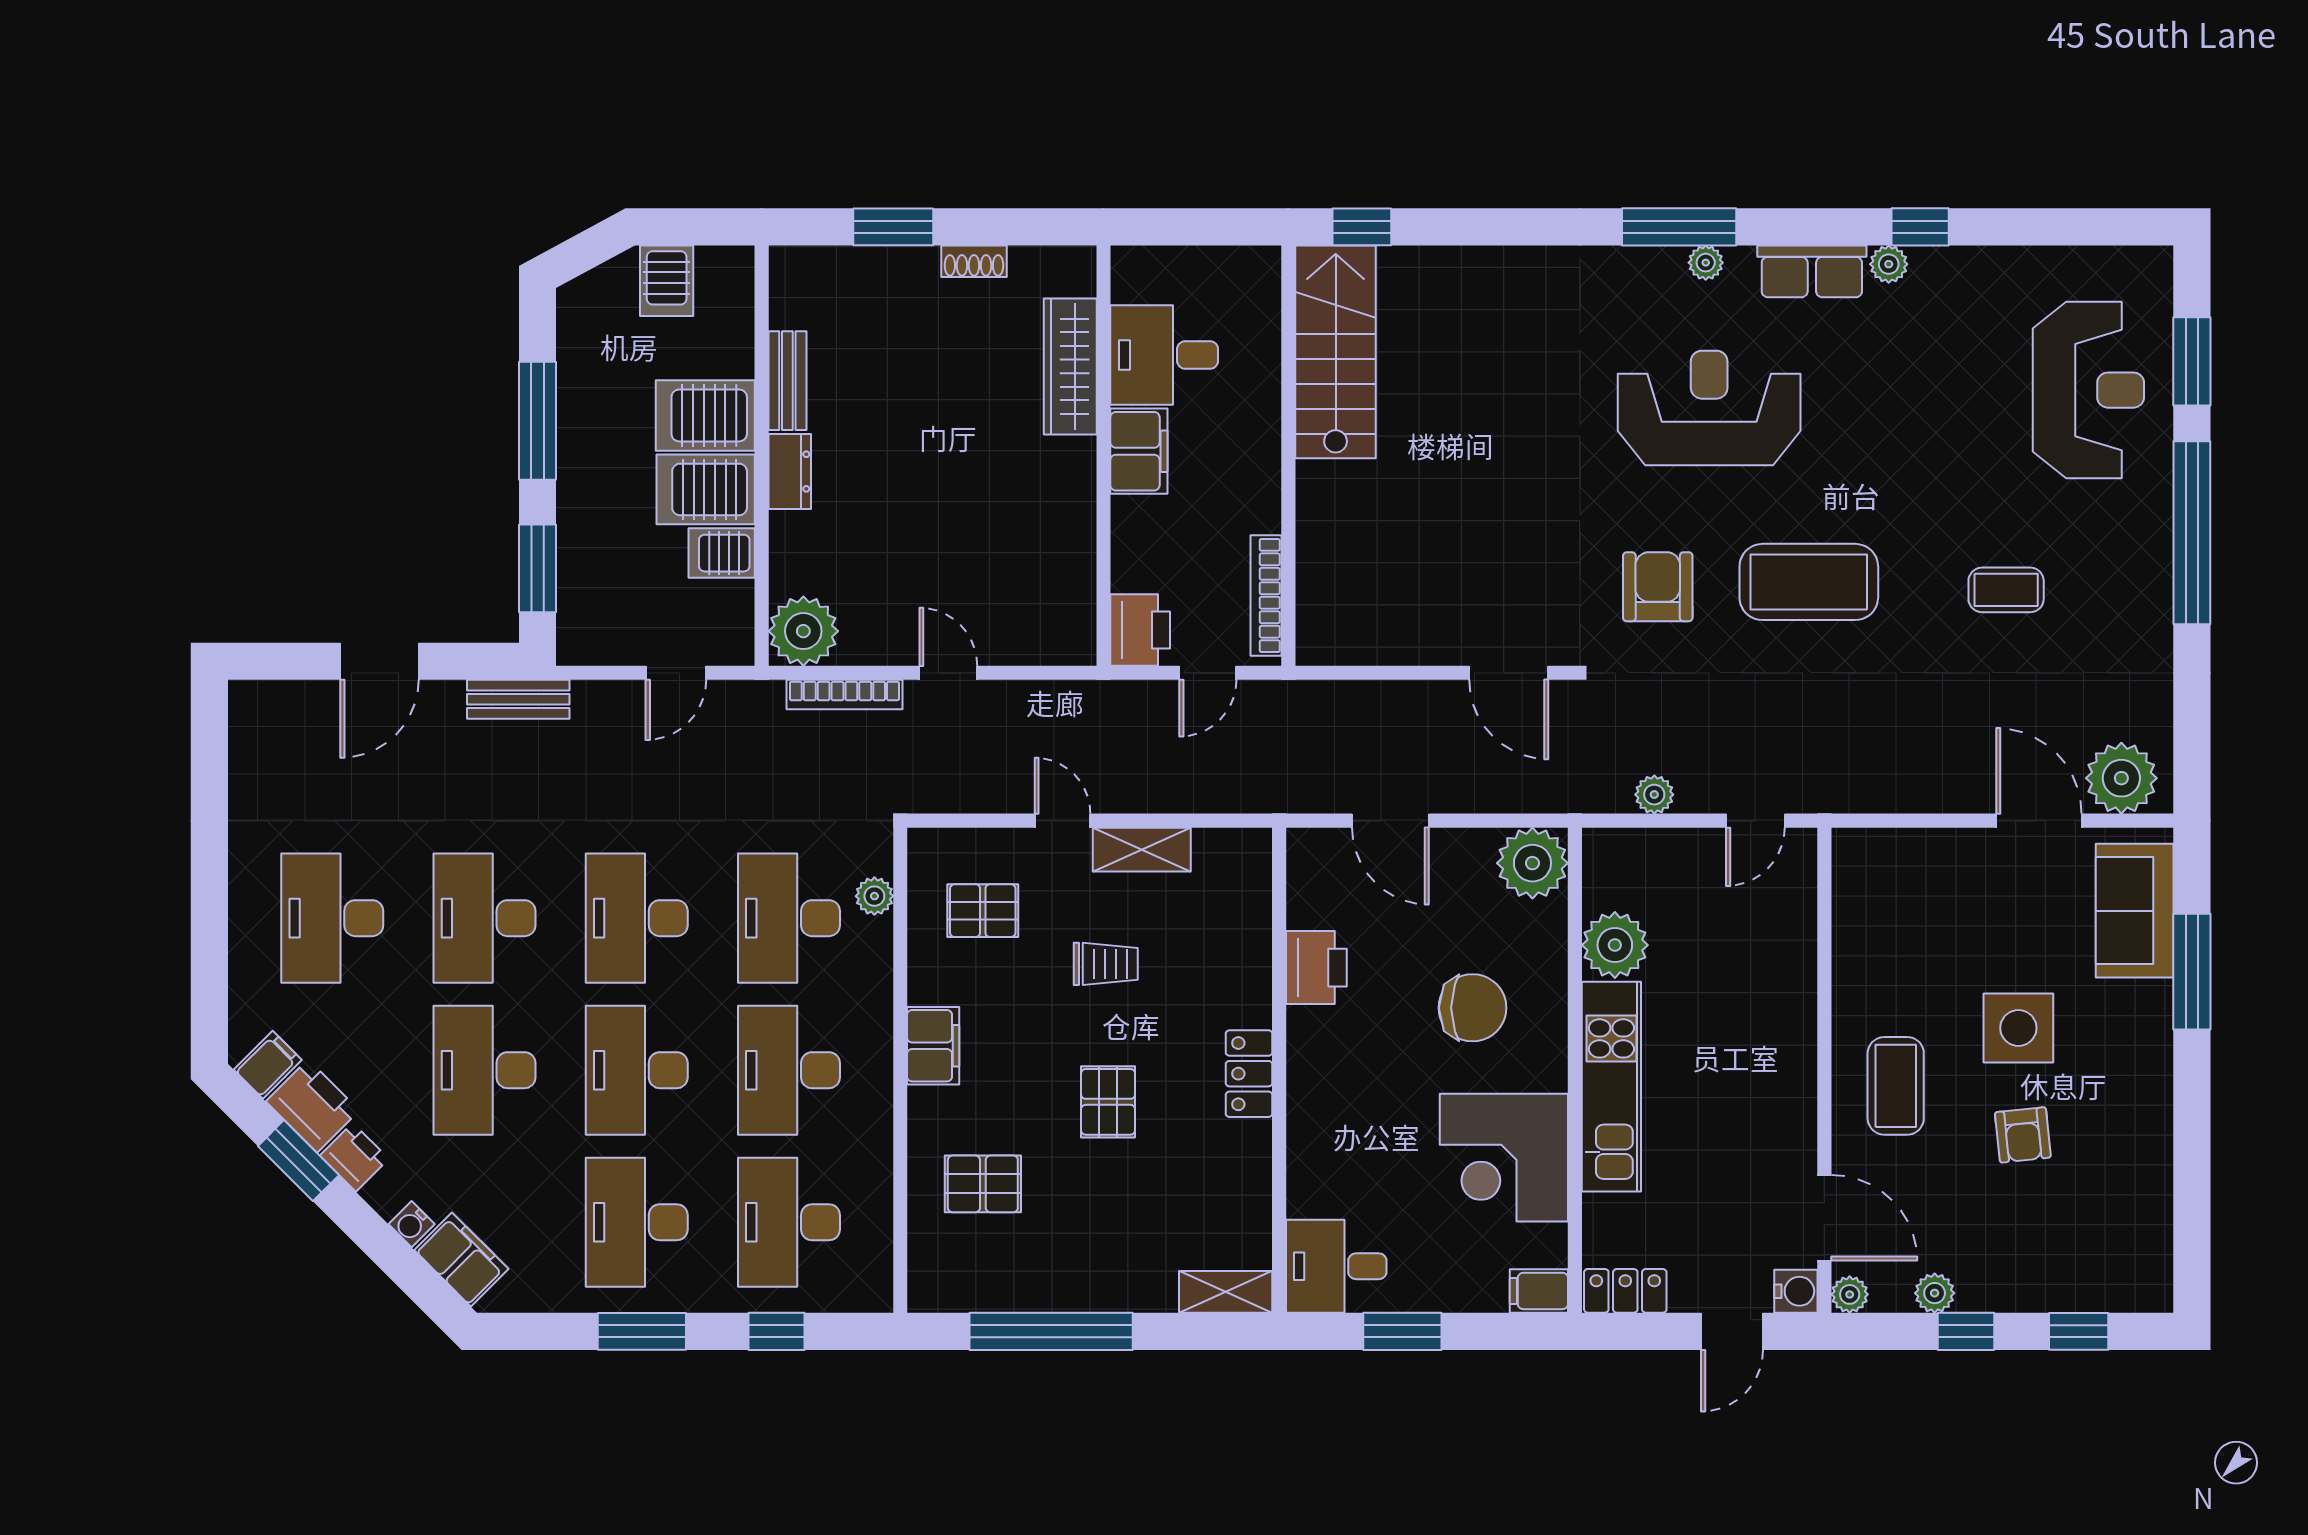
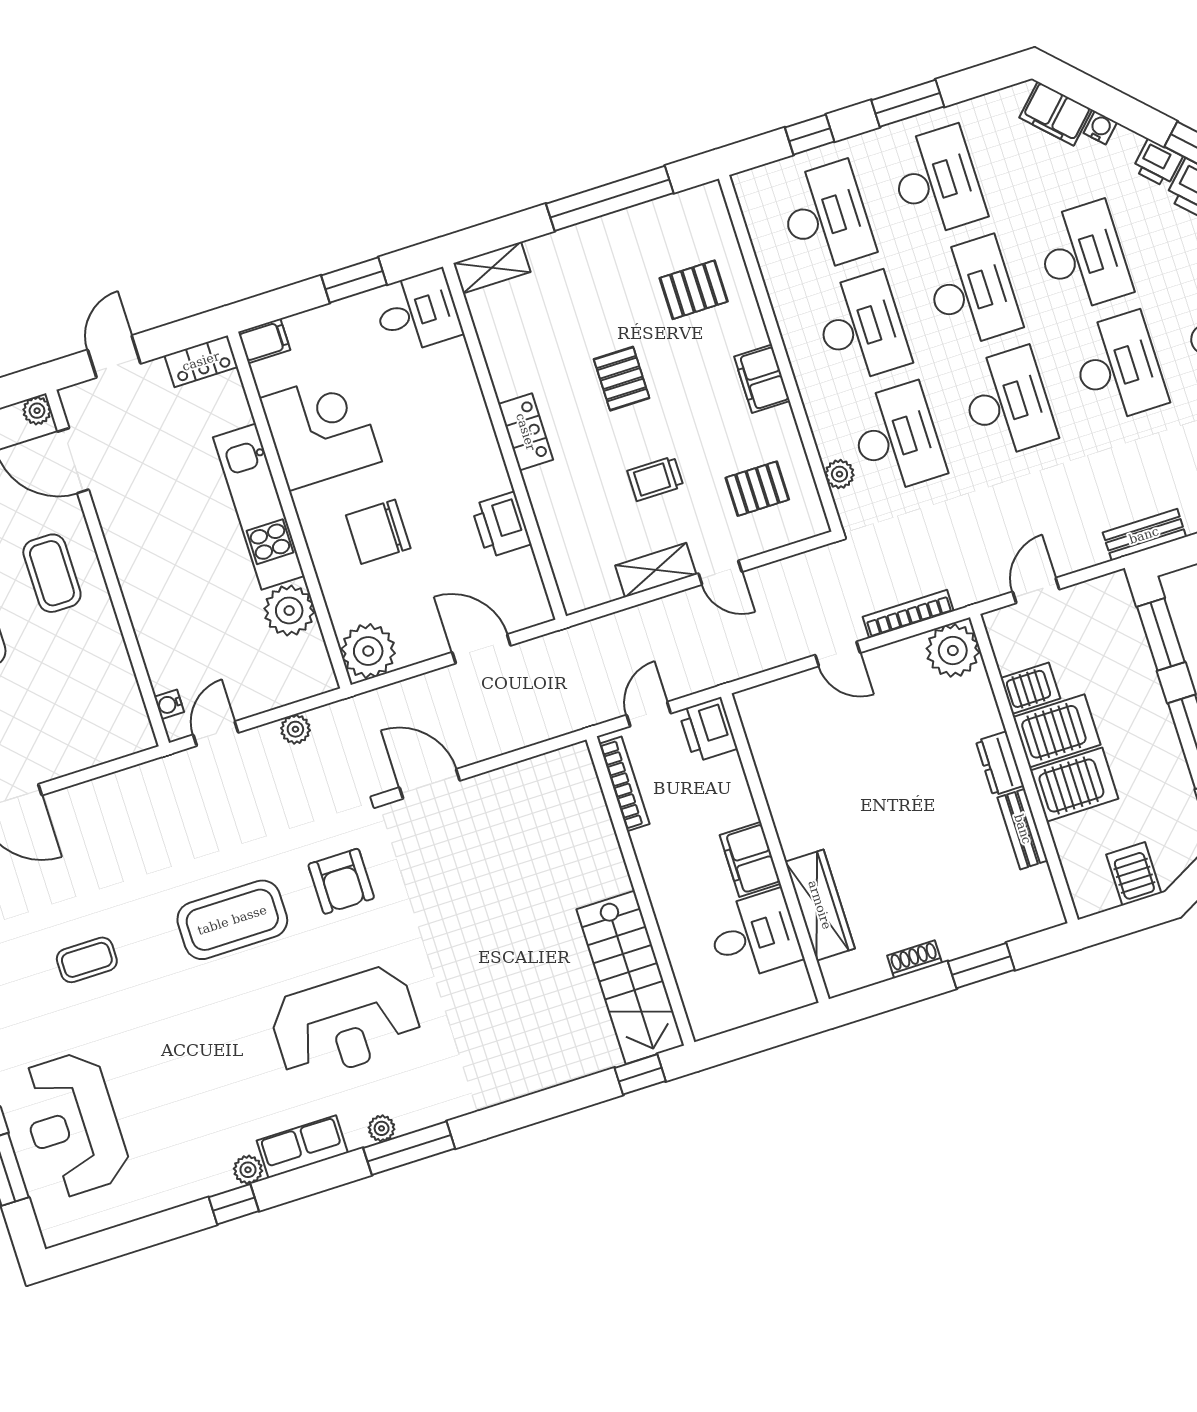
water cooler: (1796, 1291) -> (169, 704), moved, width x0.72, depth x0.72

